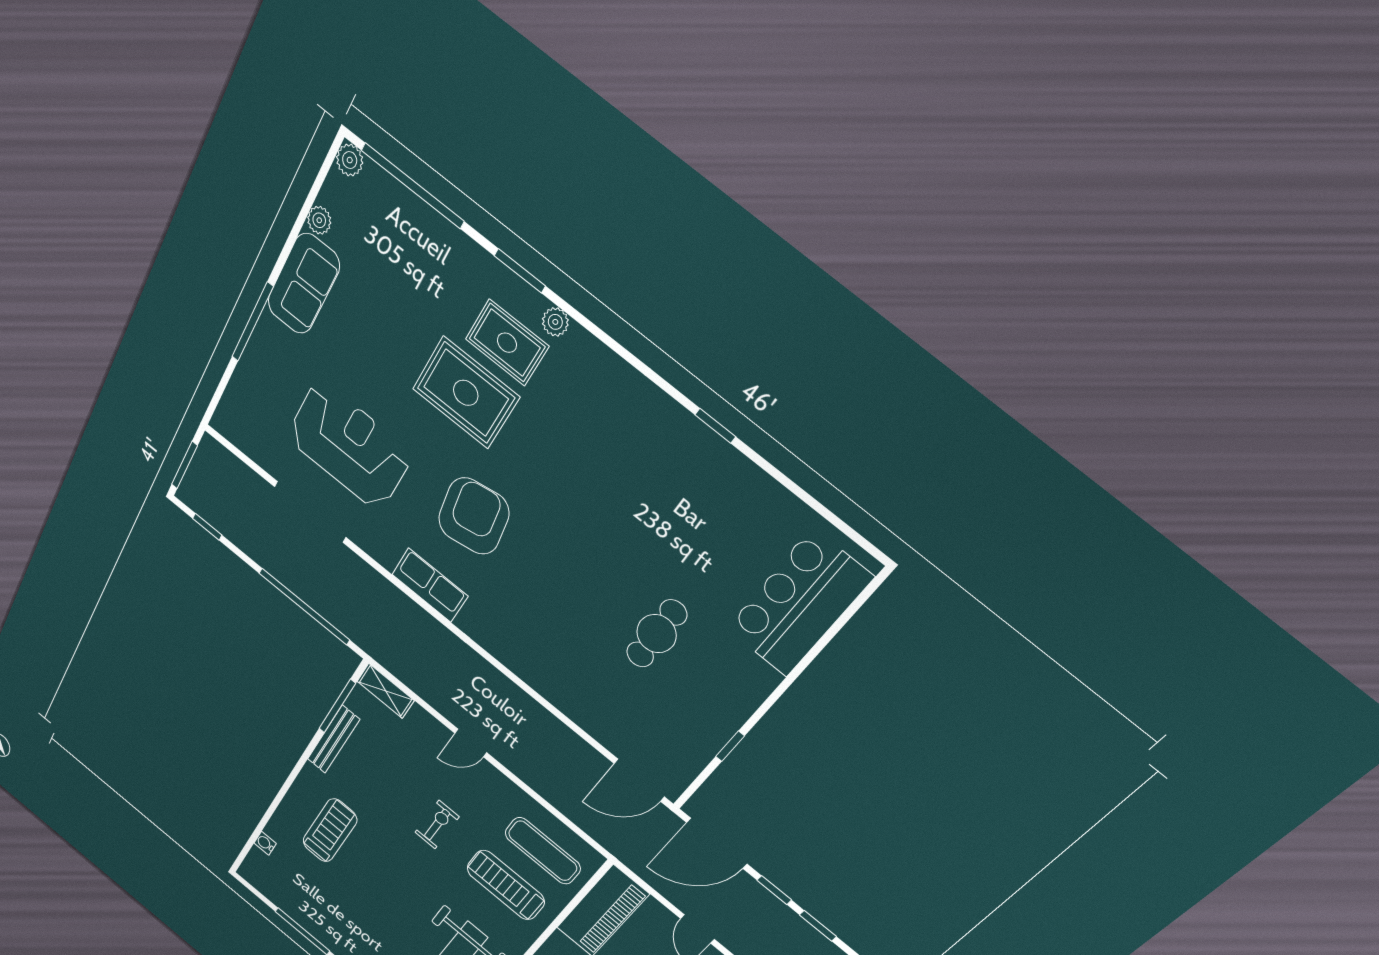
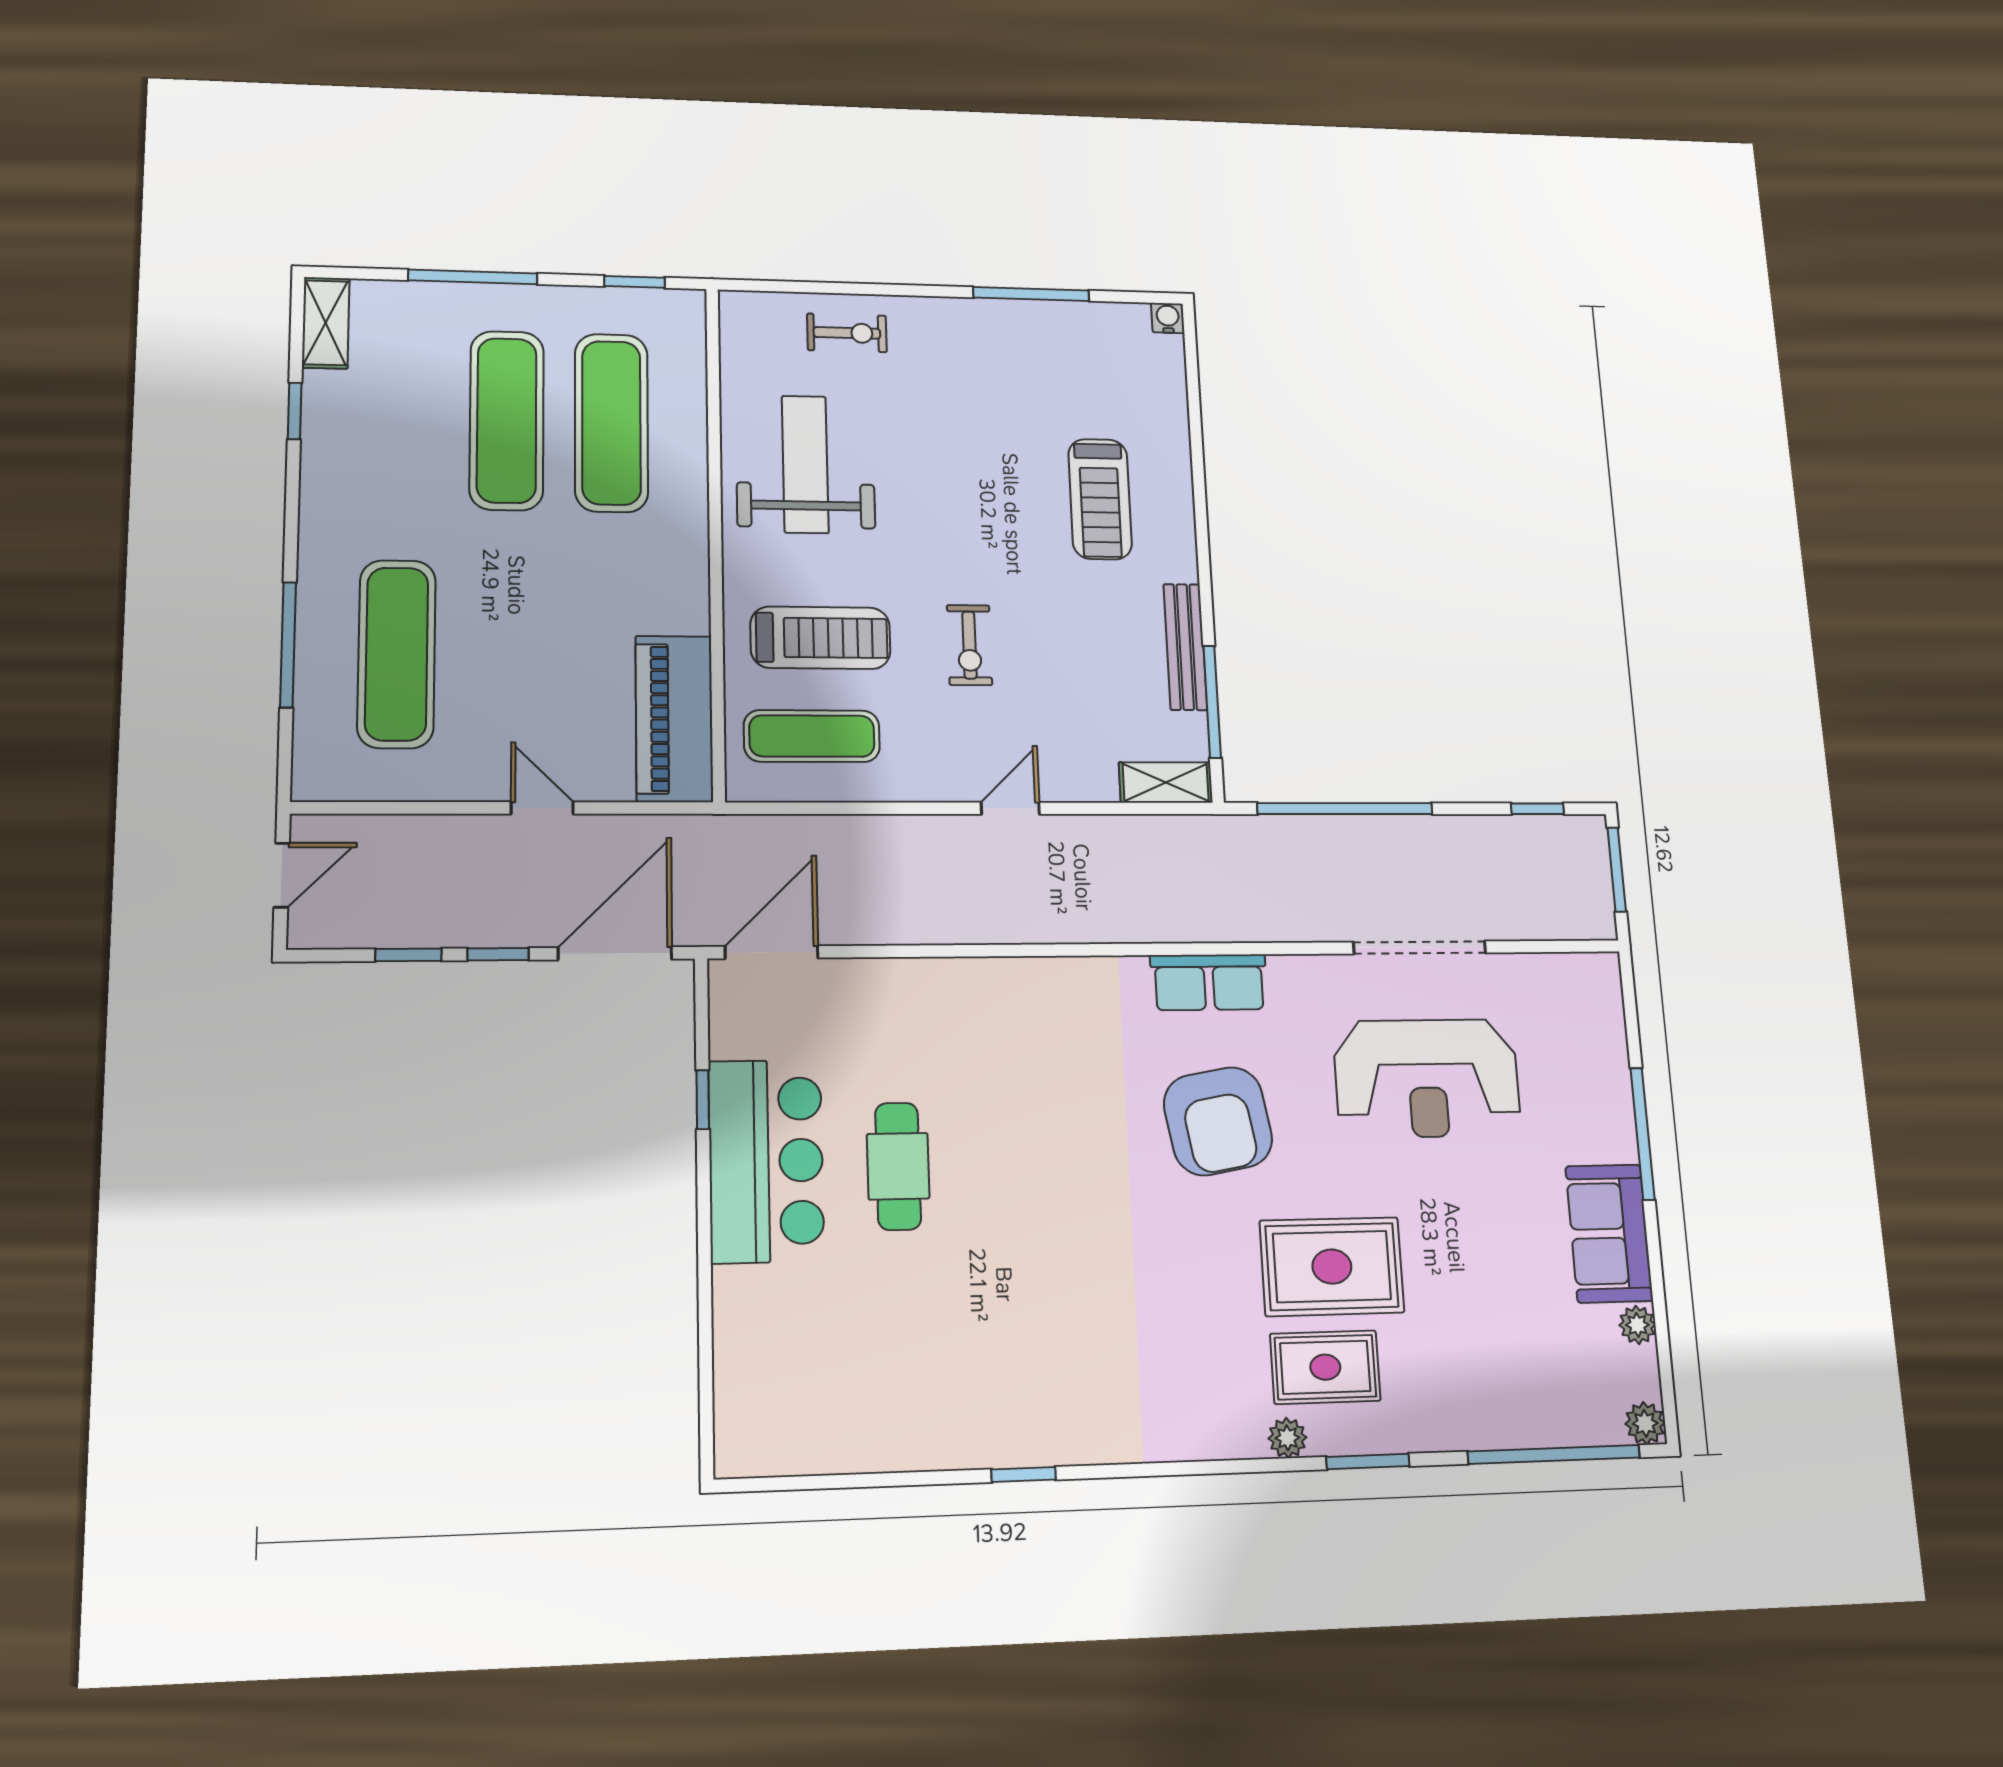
bar counter: (799, 604) -> (766, 1161), moved
water cooler: (265, 843) -> (1168, 318), moved, turned -90

